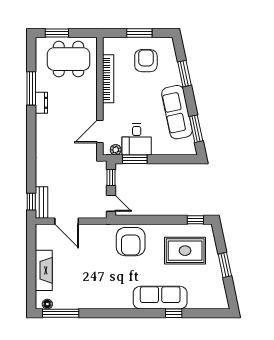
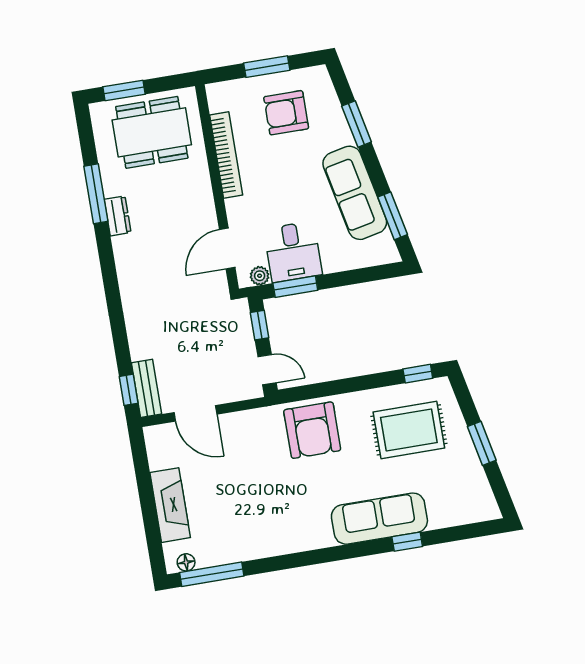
armchair: (146, 61) -> (286, 113), turned -90

